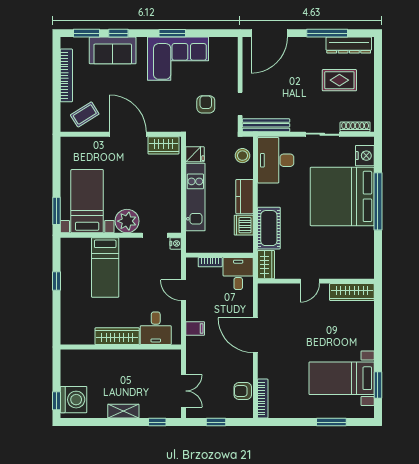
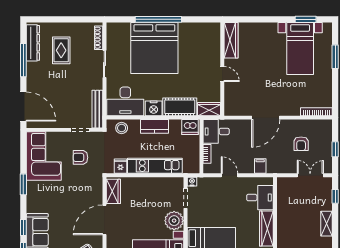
corner sofa: (178, 59) -> (44, 156), moved
nightstand: (365, 156) -> (154, 108), moved, turned 180
dishwasher: (244, 225) -> (190, 127), moved
door: (183, 290) -> (230, 175), swing flipped
armchair: (243, 391) -> (301, 144), moved

